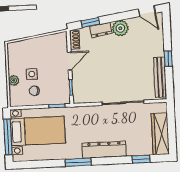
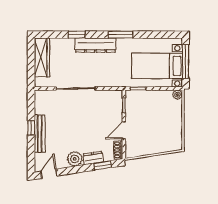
door: (147, 11) -> (49, 174), hinge flipped
side table: (32, 74) -> (160, 120), removed
bench: (160, 77) -> (40, 133), moved
plant: (14, 80) -> (177, 95), moved
chair: (34, 91) -> (159, 104), removed
window: (141, 159) -> (77, 35), moved

